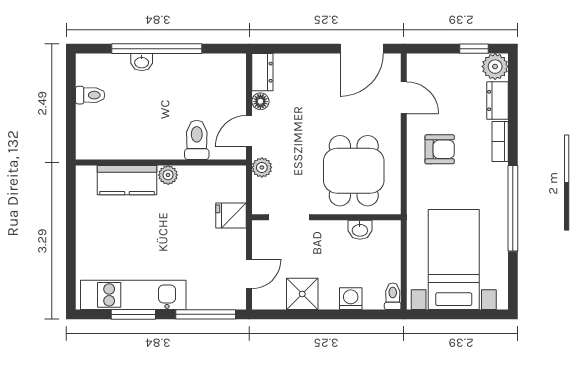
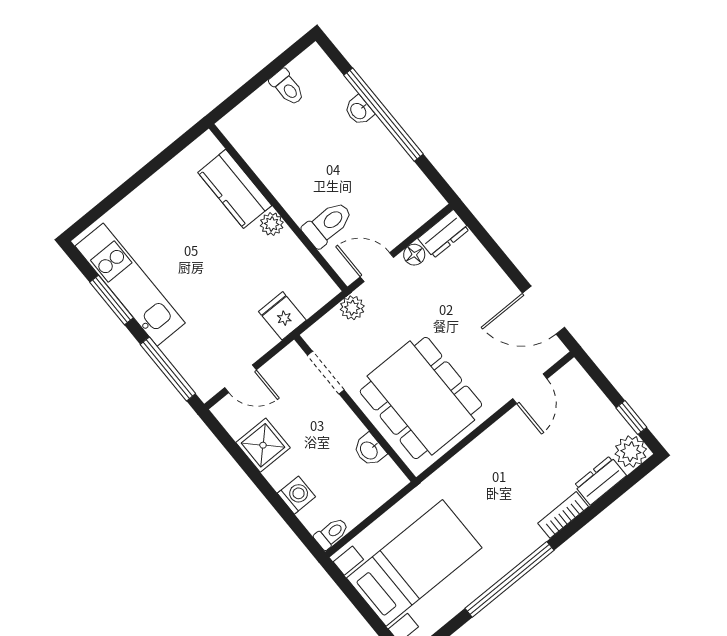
armchair: (440, 149) -> (508, 463), removed
dining table: (354, 171) -> (421, 398), width x1.37

